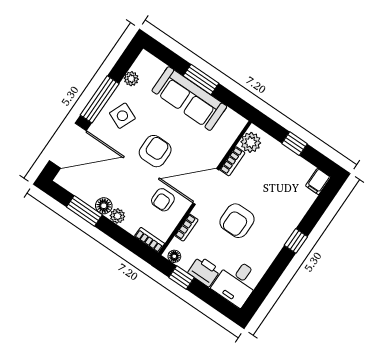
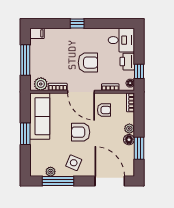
window: (100, 99) -> (58, 181), moved
sofa: (189, 99) -> (40, 116), moved
window: (295, 144) -> (25, 60), width x2.17

